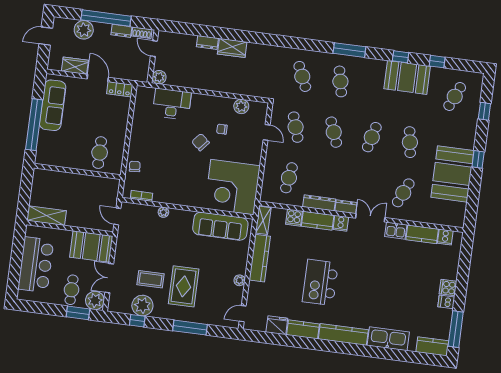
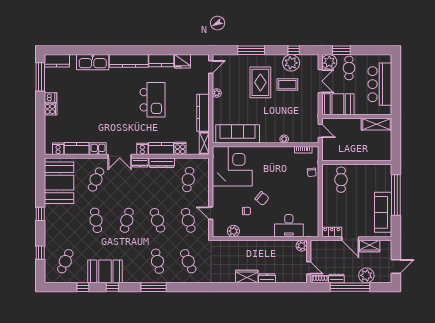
booth: (452, 174) -> (59, 183), moved

